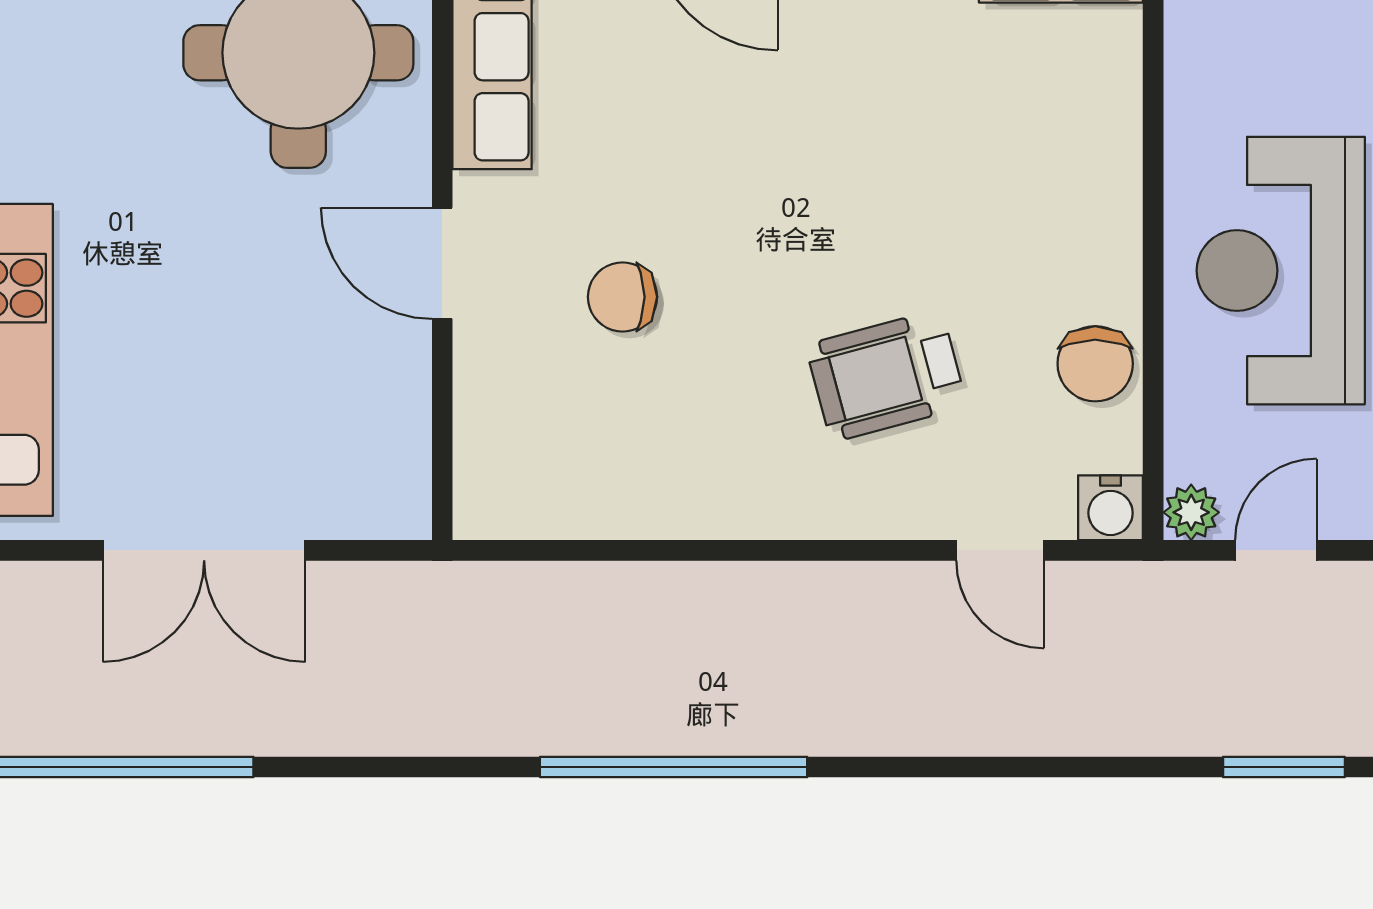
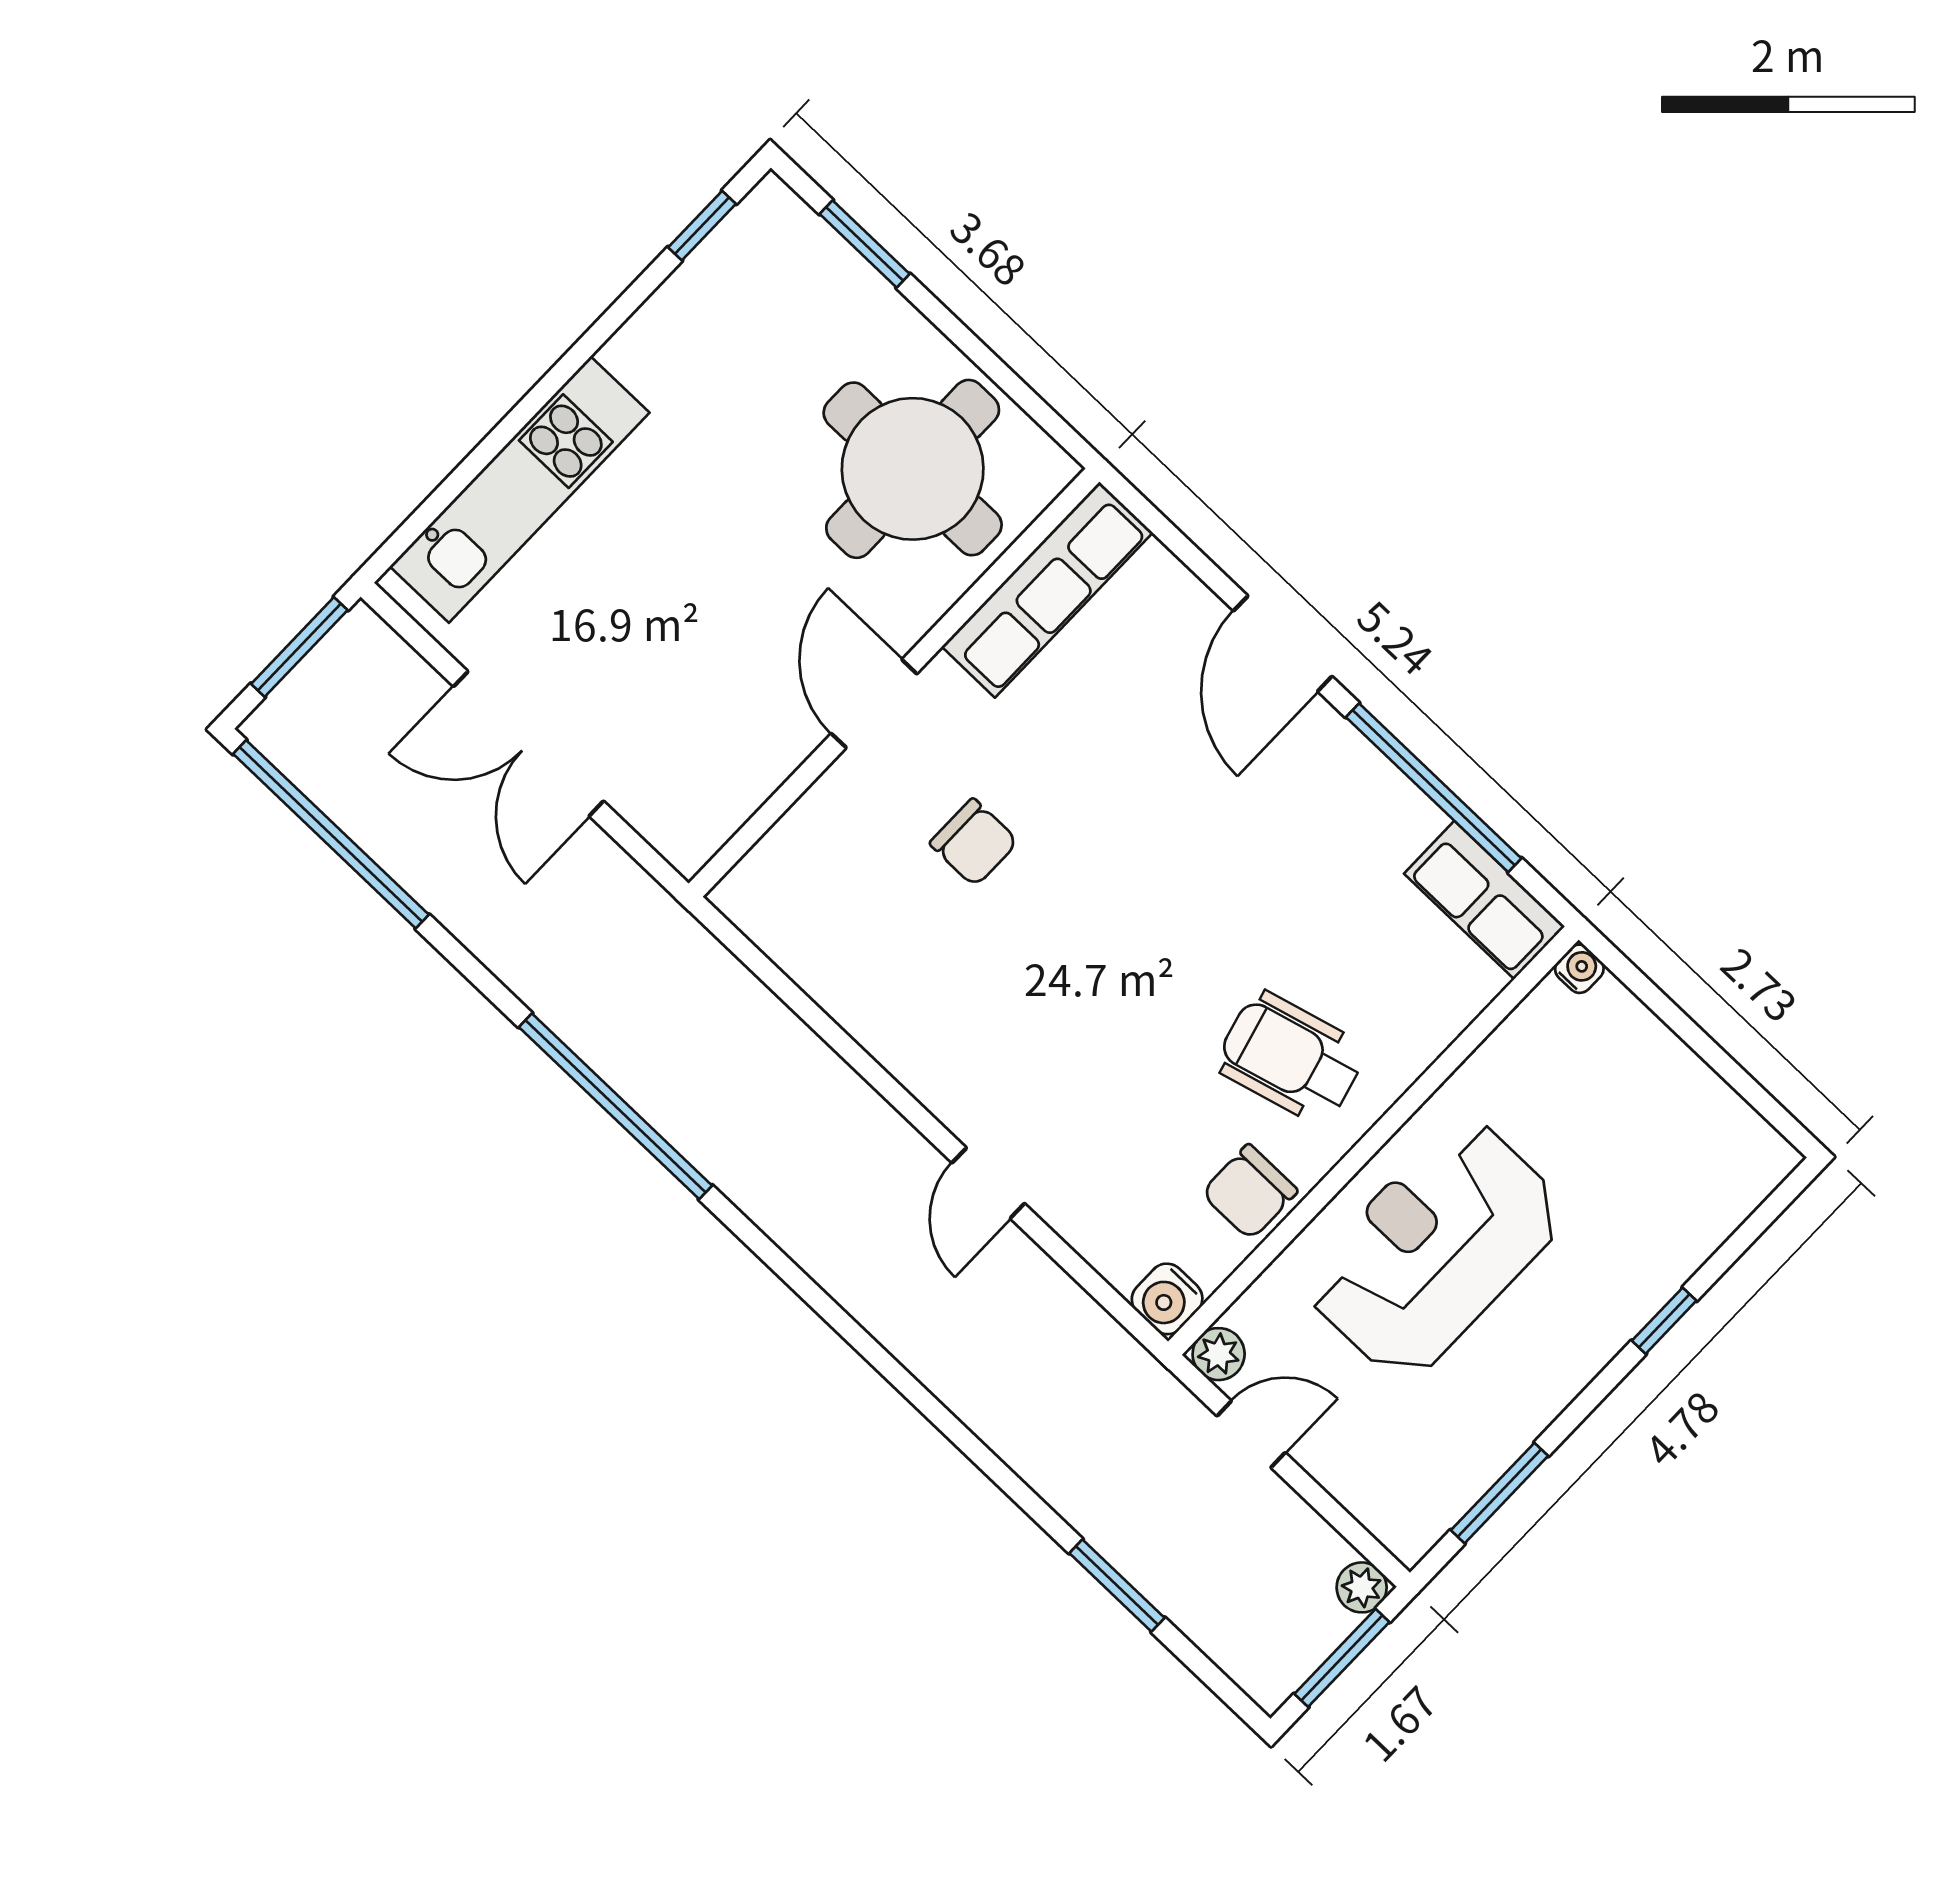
chair: (623, 297) -> (974, 842), turned 180
wheelchair: (886, 376) -> (1291, 1058), moved
door: (1000, 550) -> (988, 1183), moved
window: (674, 767) -> (616, 1106), moved

